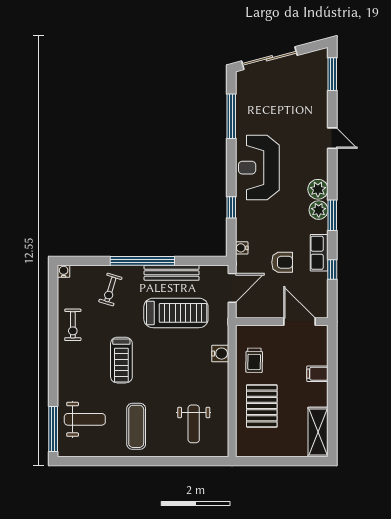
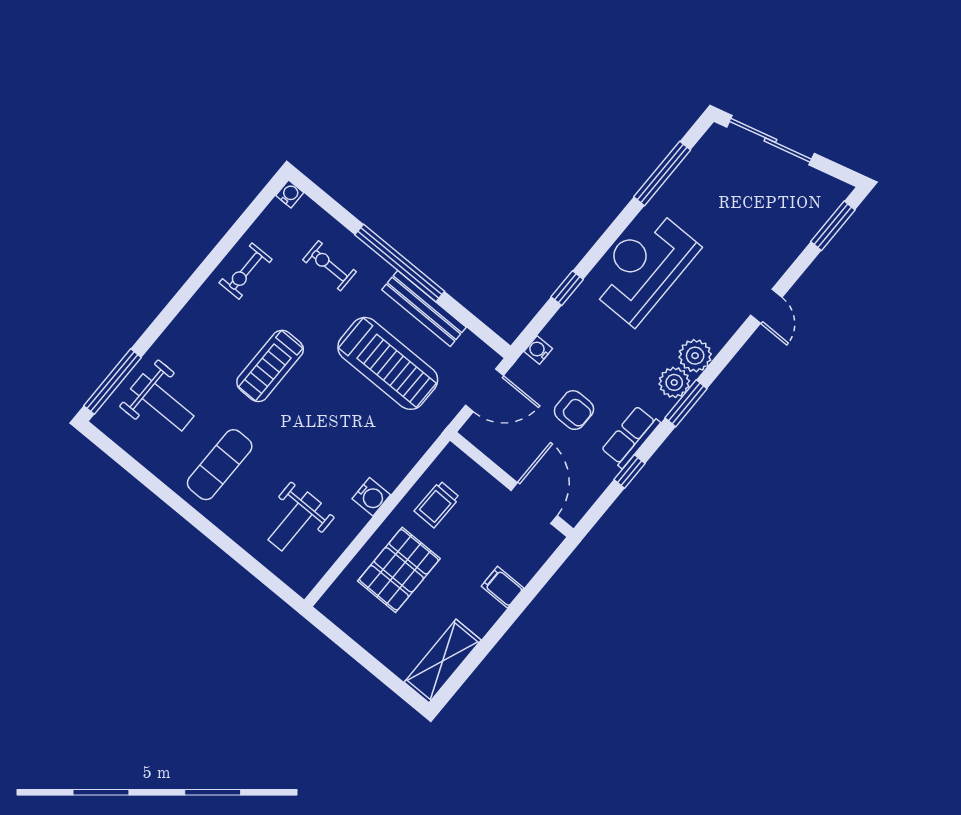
exercise bike: (110, 290) -> (329, 266), turned 73
water cooler: (220, 354) -> (371, 497), moved

